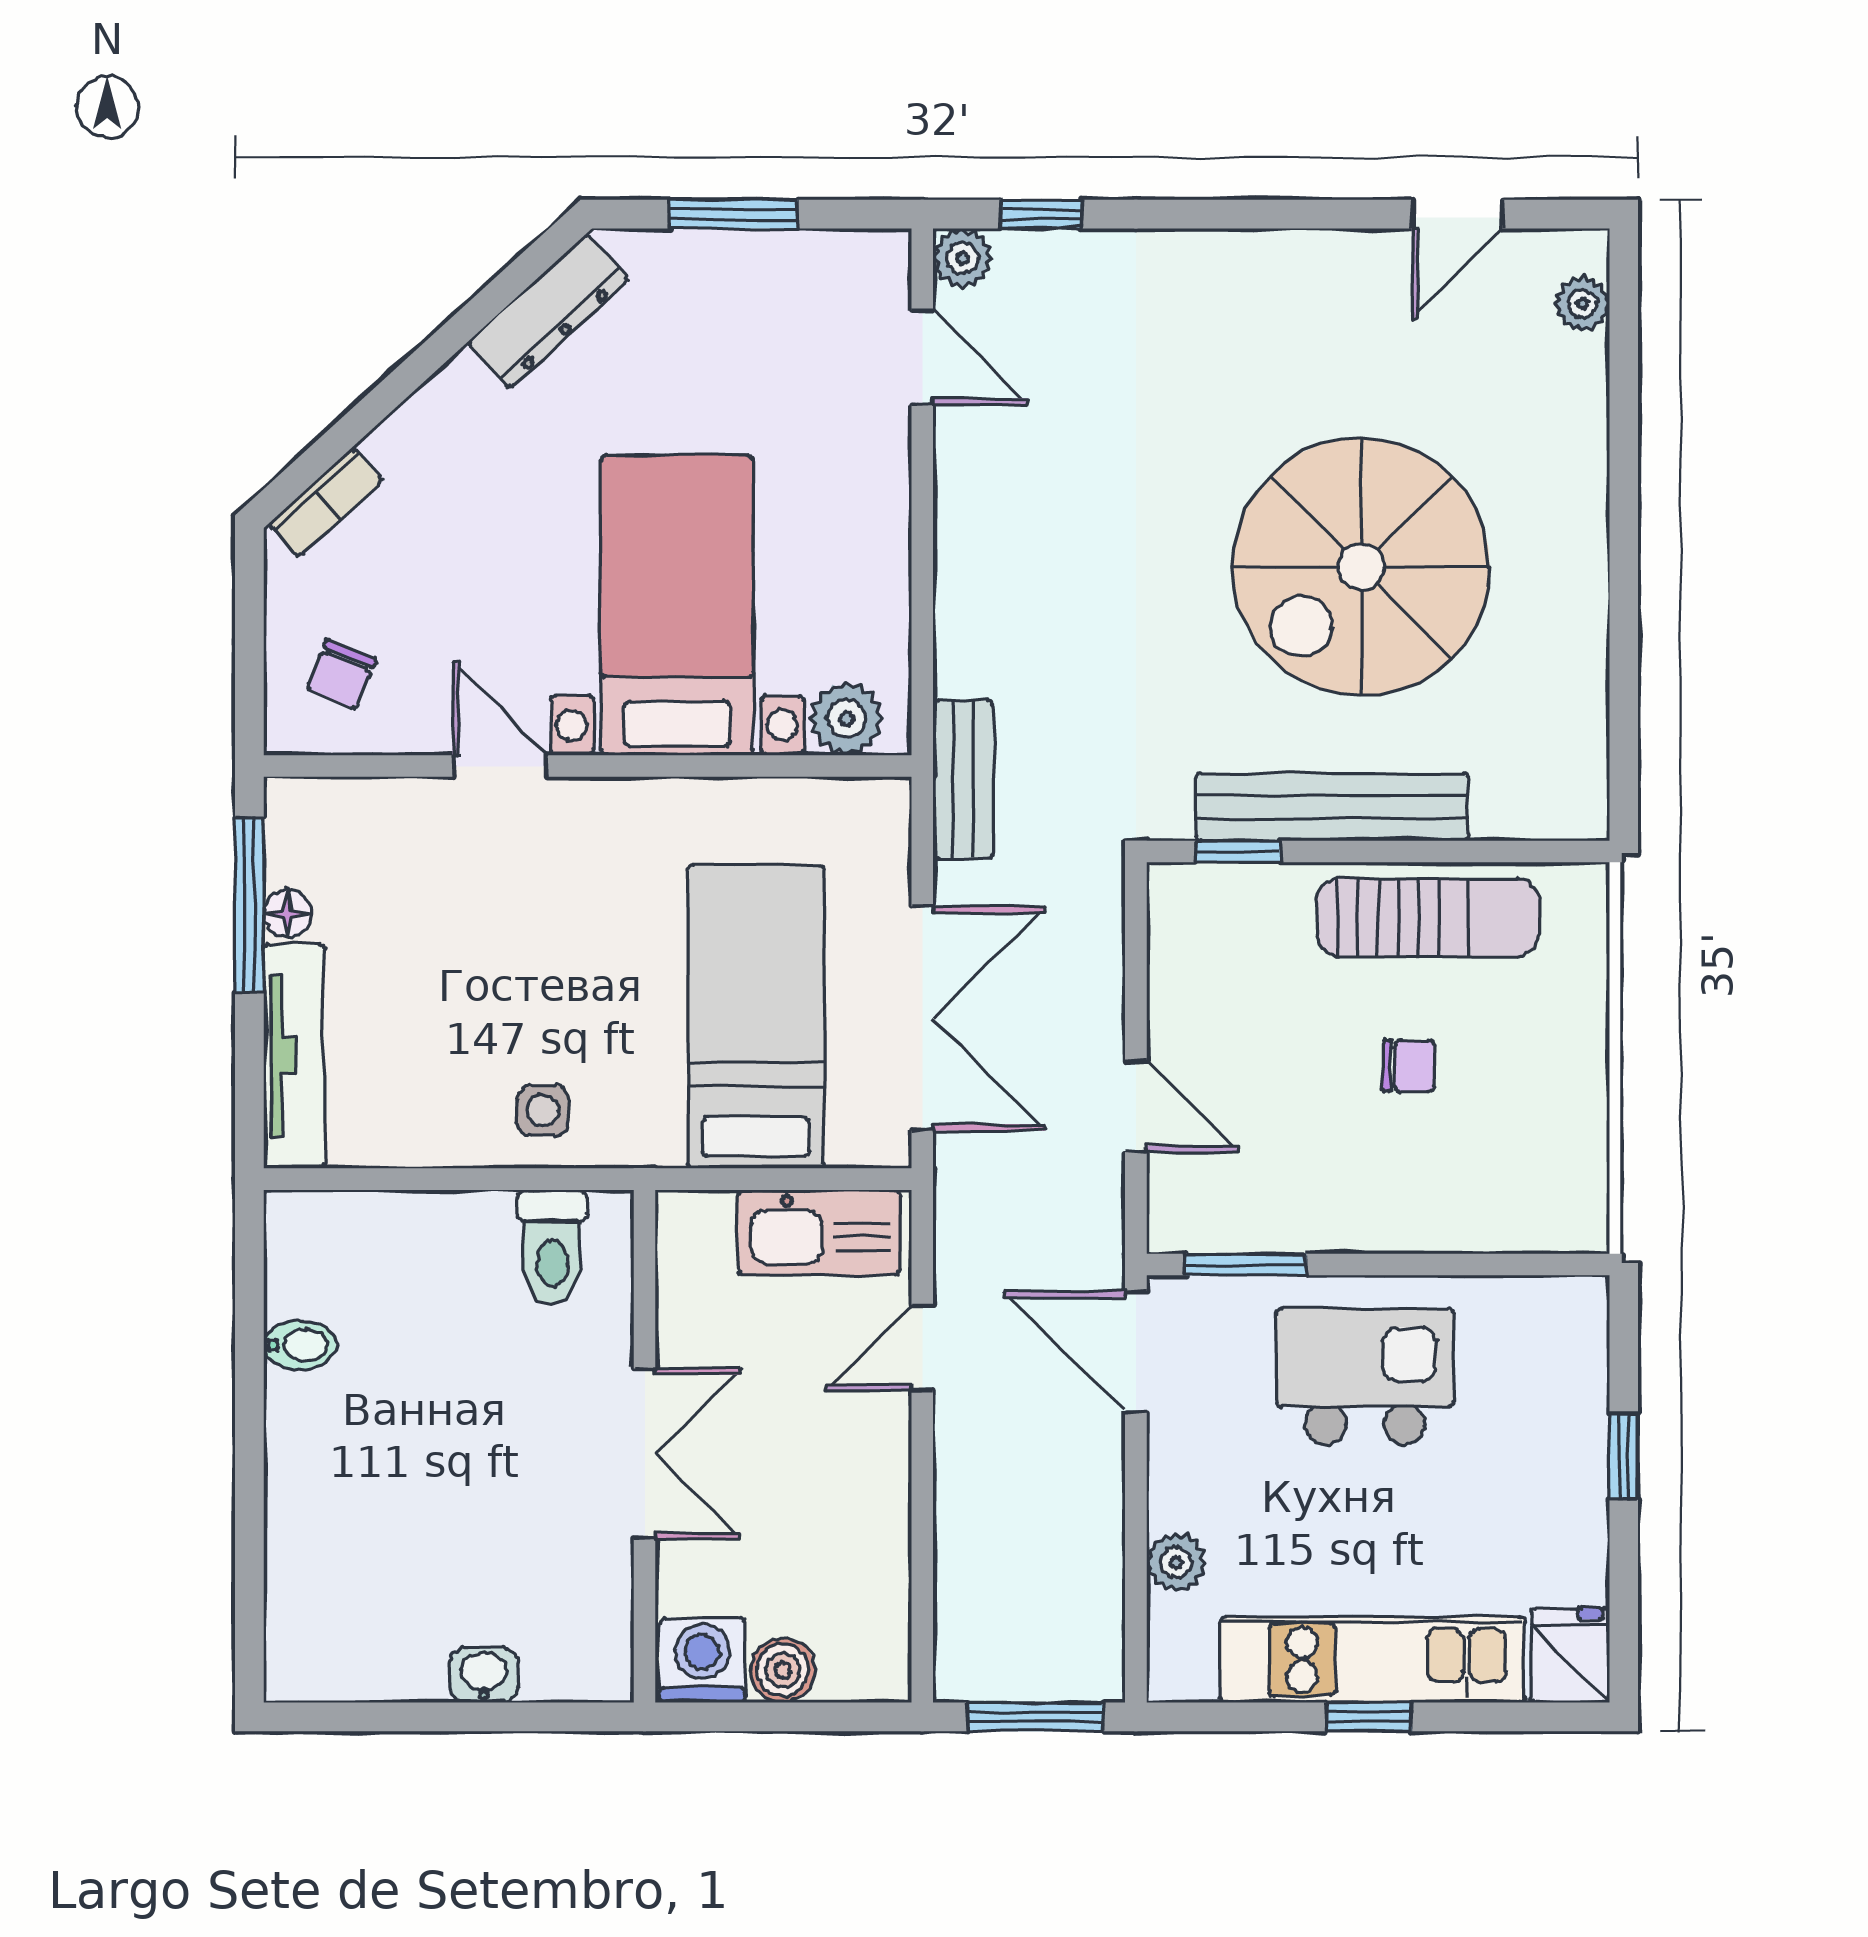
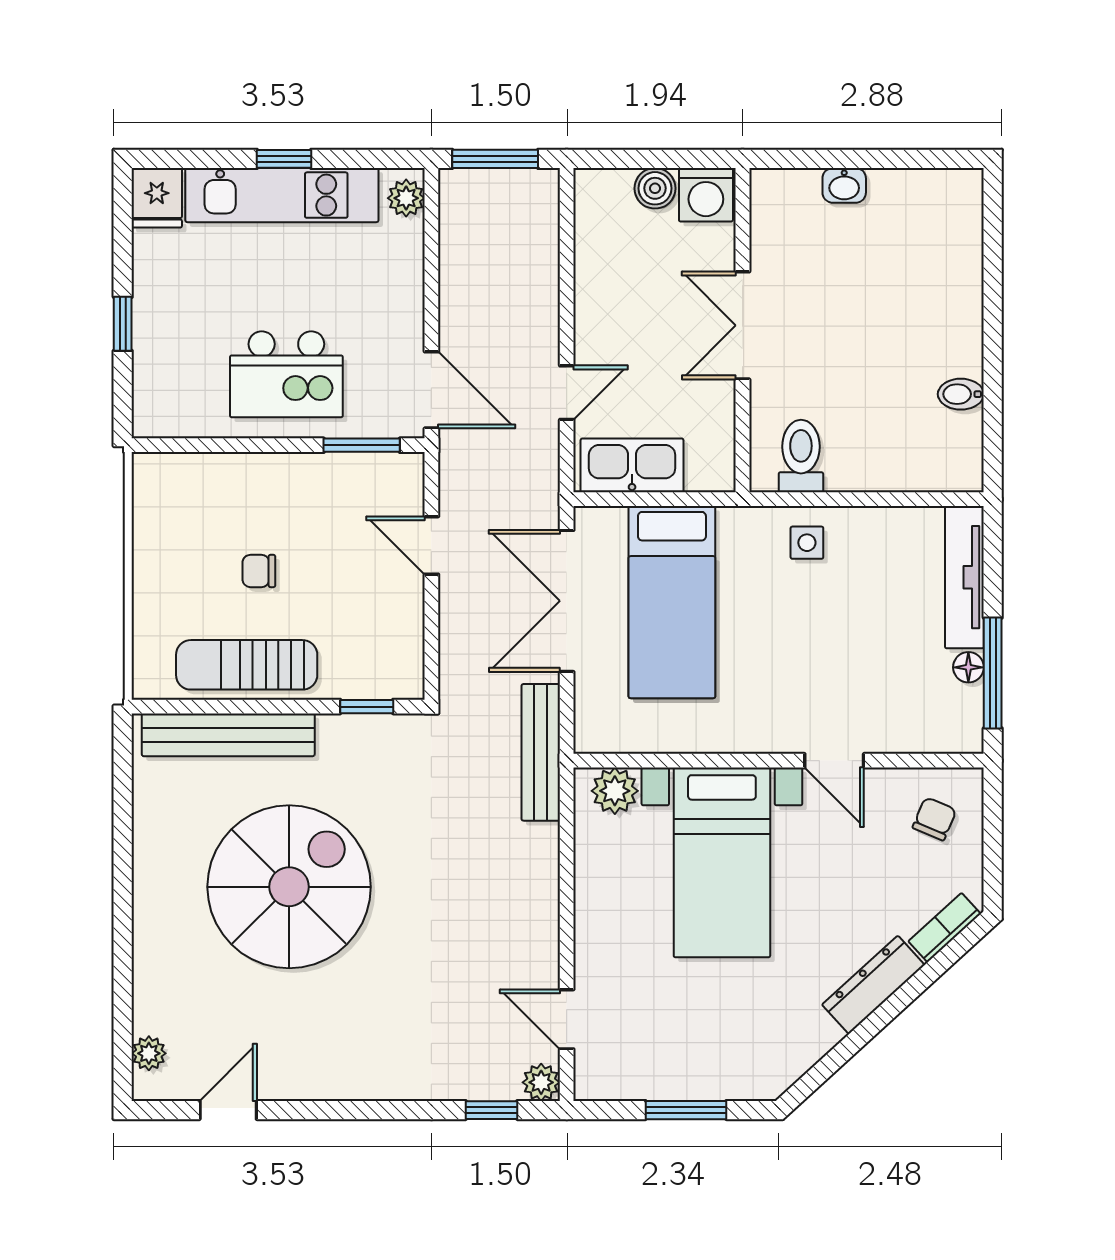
dresser: (548, 311) -> (873, 985), moved
bench: (963, 779) -> (541, 752), width x1.36
bench: (1332, 807) -> (228, 735), moved
plant: (1176, 1562) -> (406, 198), moved

